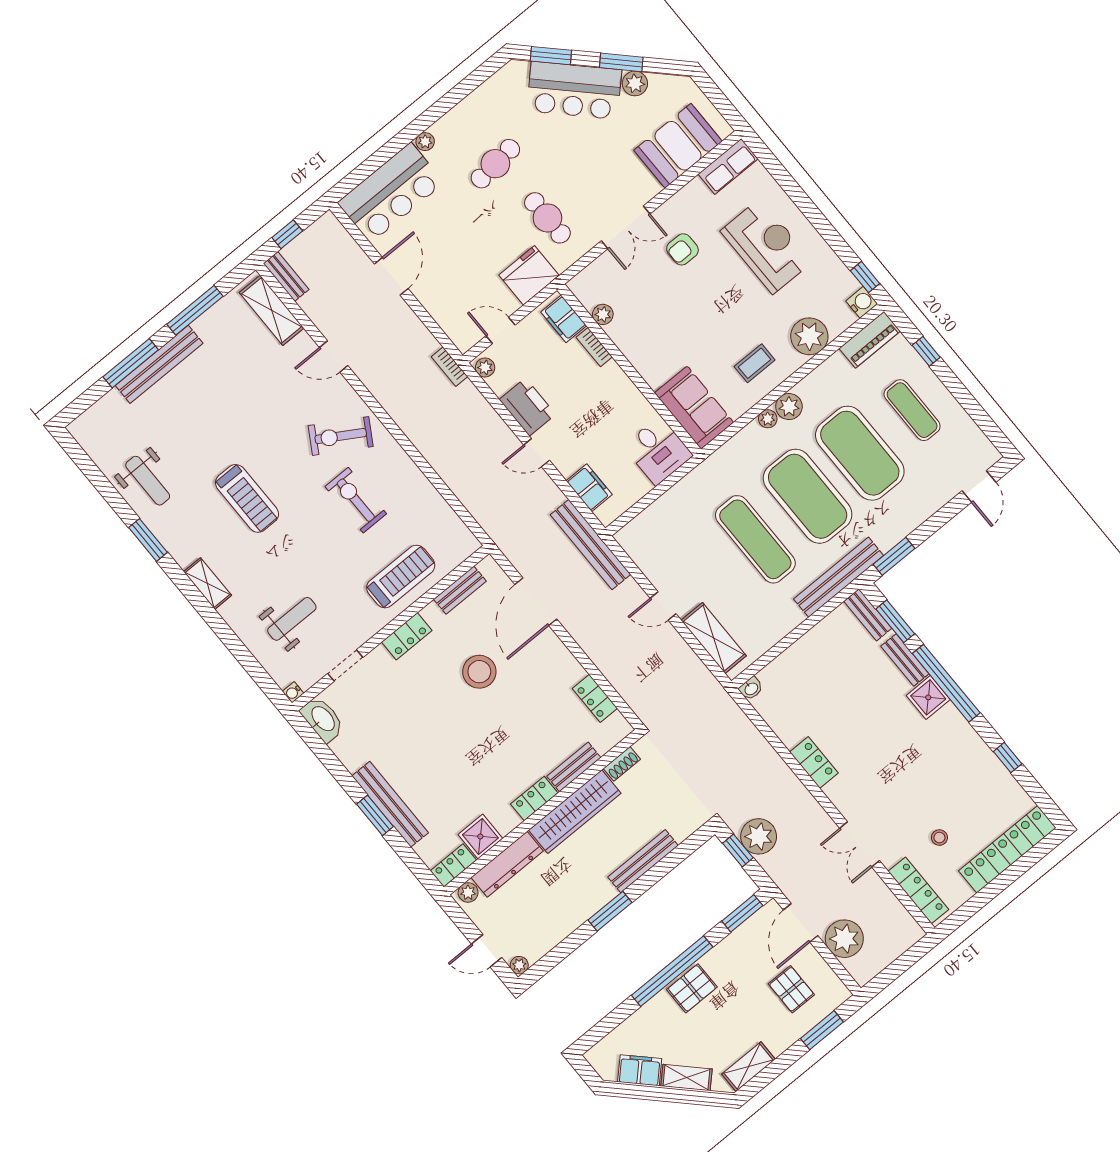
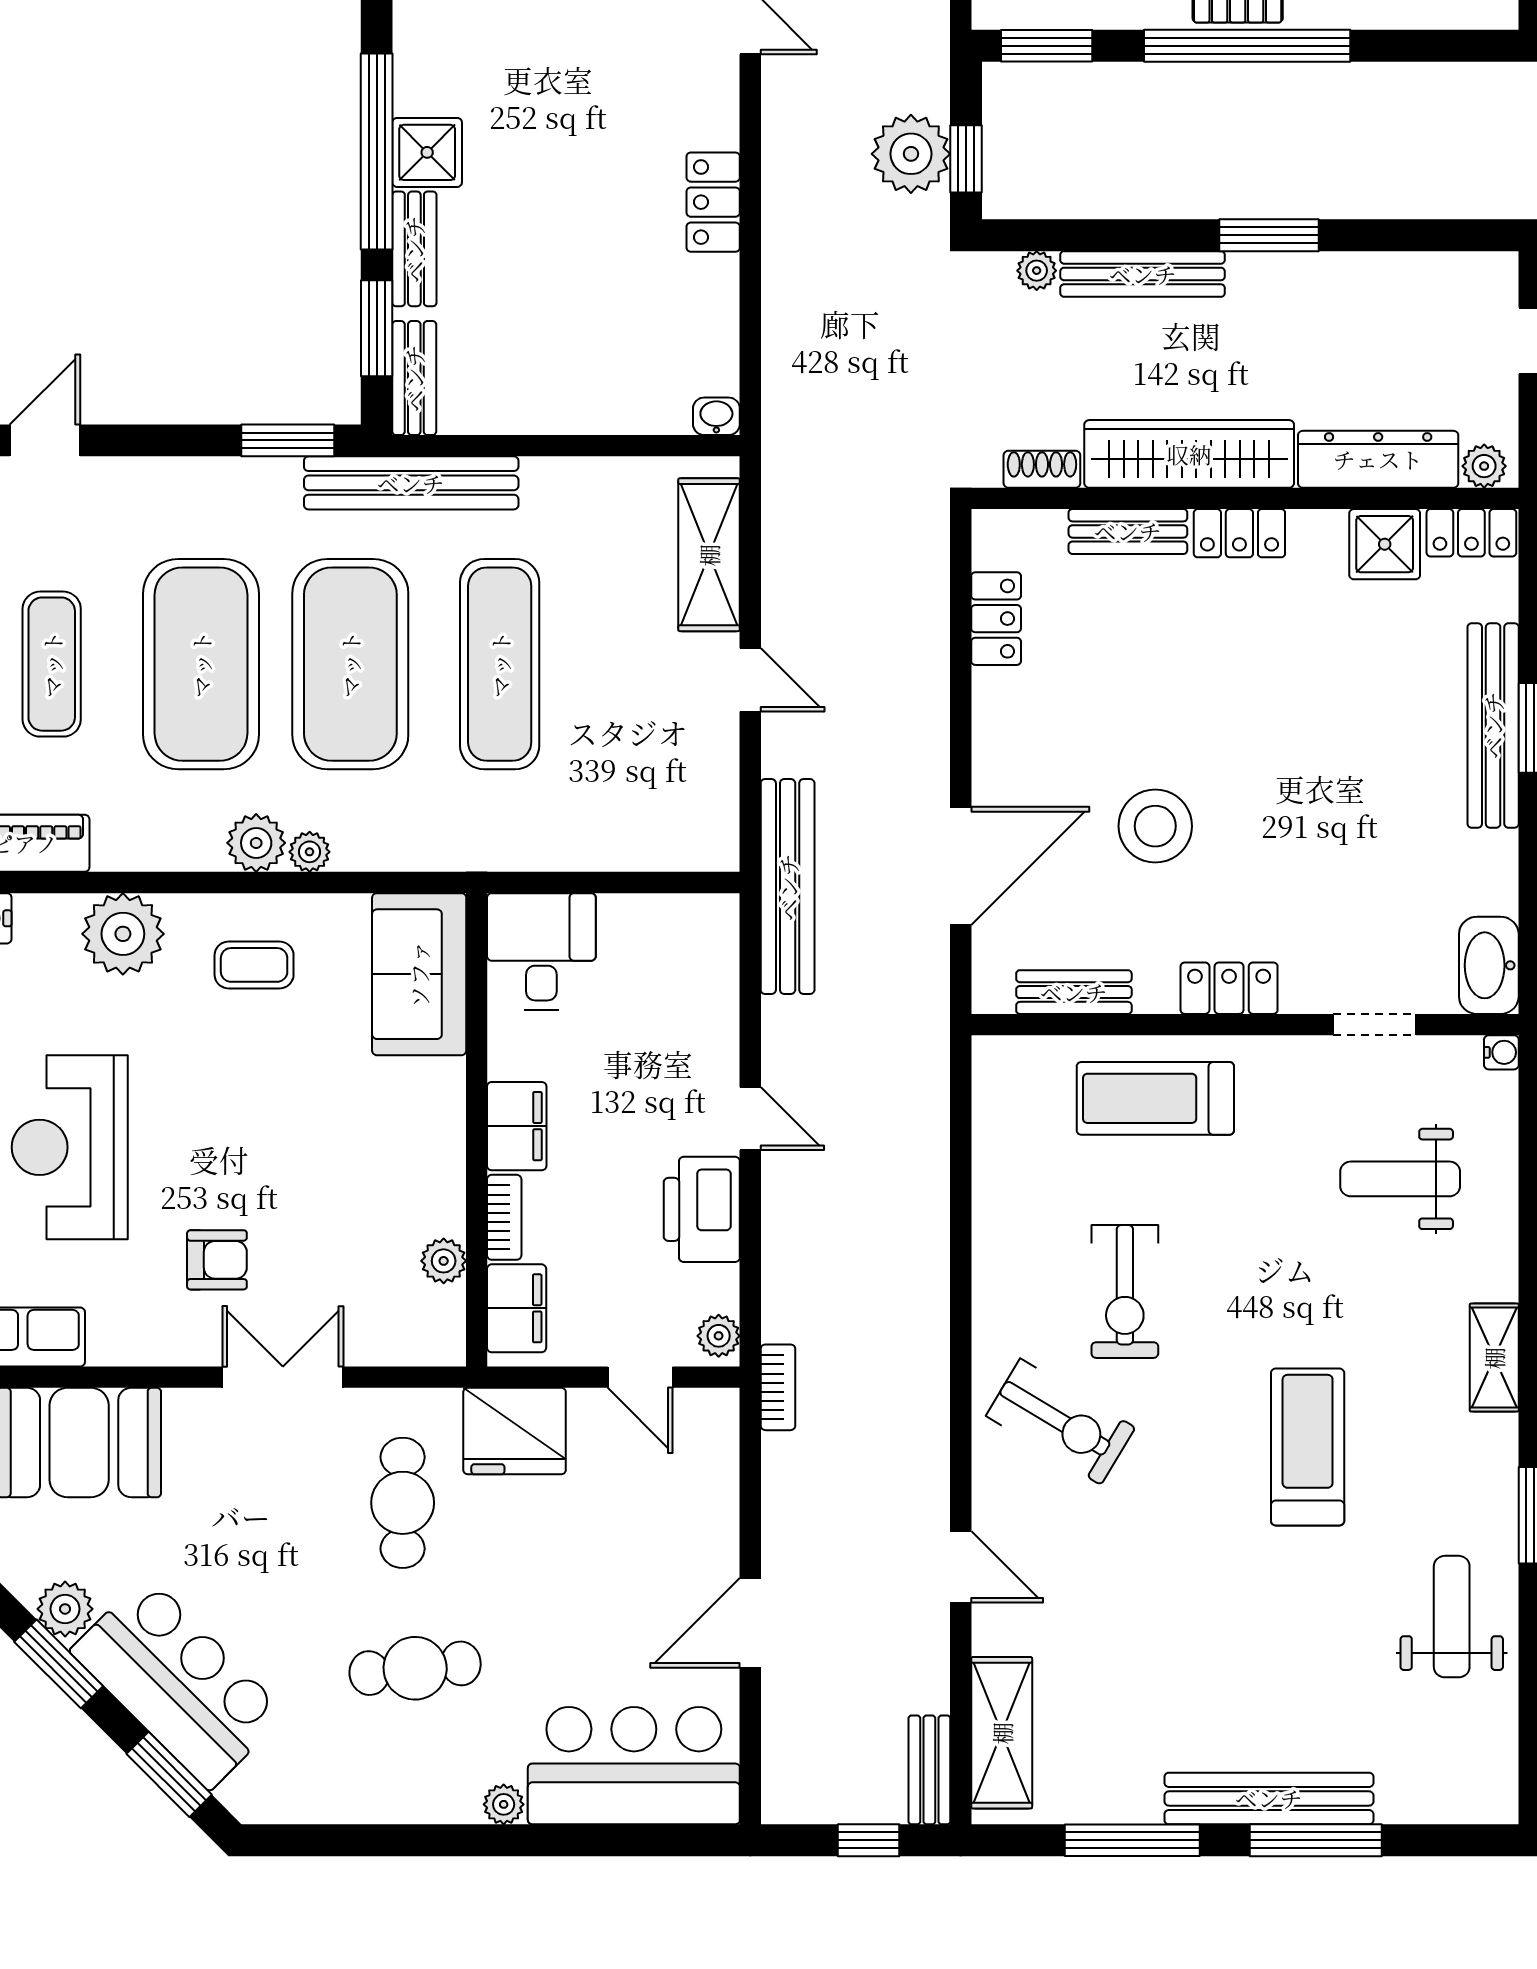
filing cabinet: (589, 488) -> (517, 1126), moved, turned 180
plant: (519, 965) -> (1037, 271), moved

